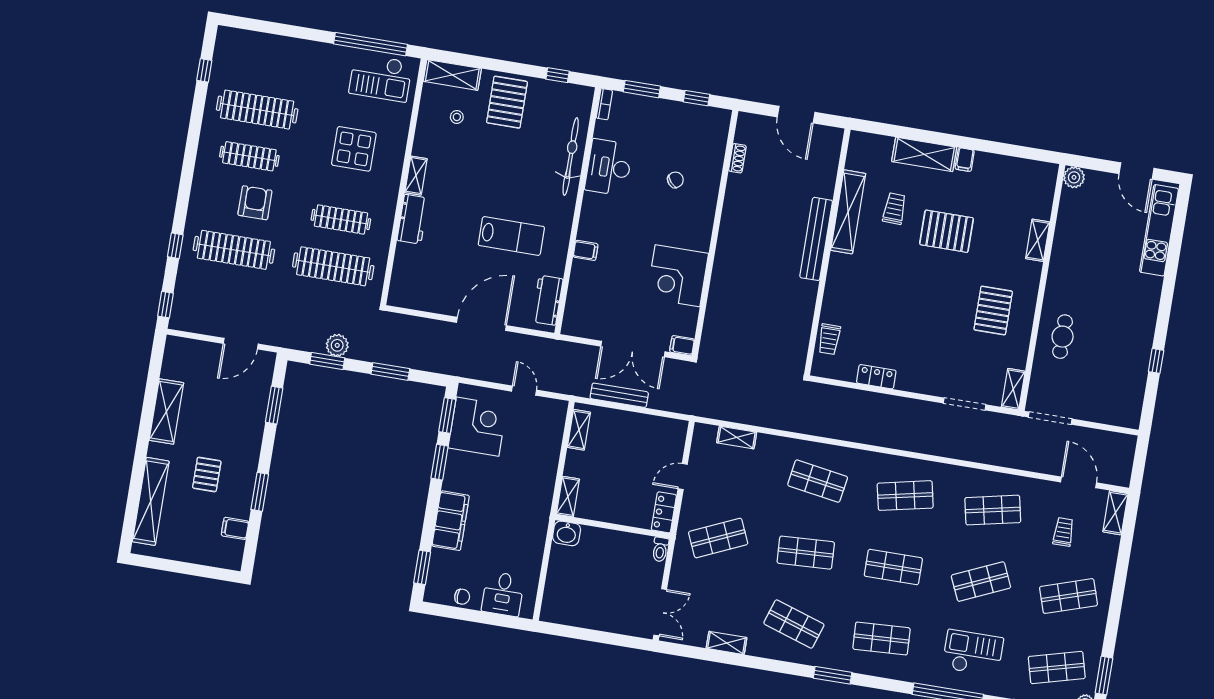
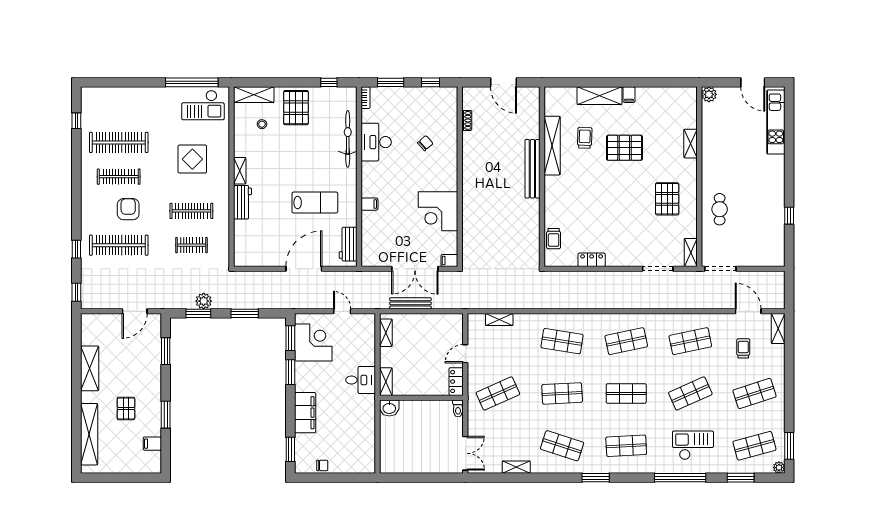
clothes rail: (333, 266) -> (191, 245), width x0.54, depth x0.76
desk: (503, 594) -> (361, 380), moved, turned -90

